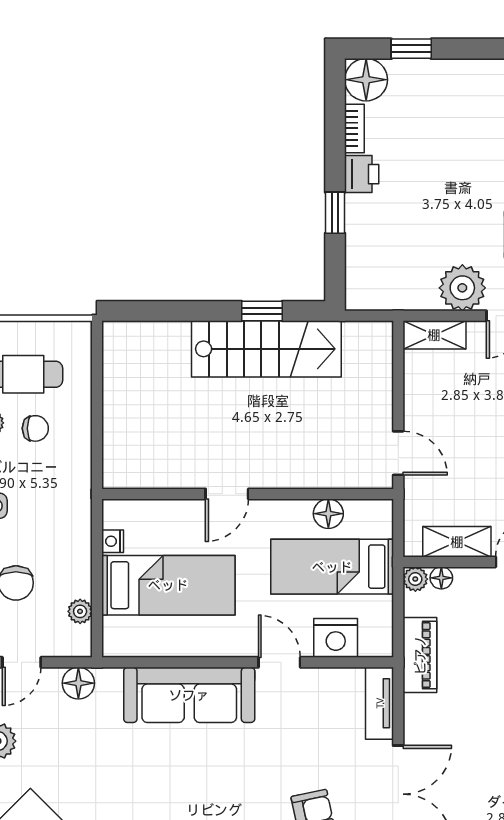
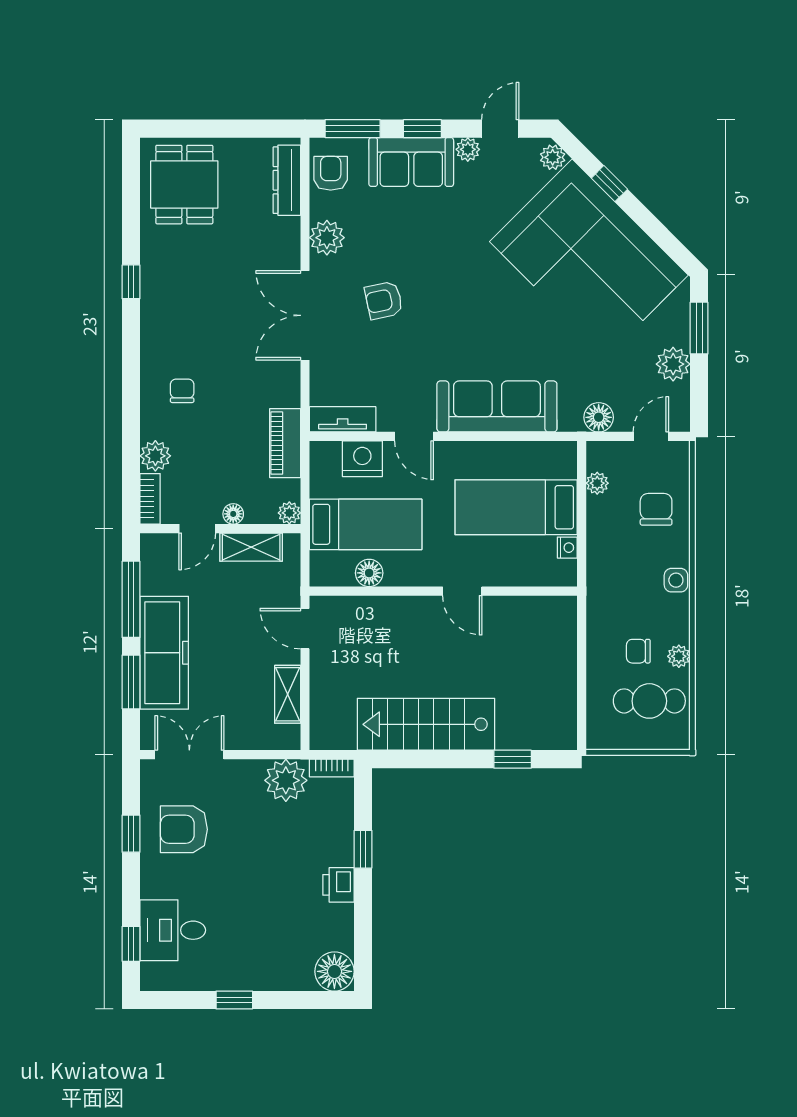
window: (411, 49) -> (234, 1000), moved
bookcase: (354, 128) -> (332, 768), moved, turned -90
plant: (462, 288) -> (286, 780), moved
window: (262, 311) -> (513, 759), moved
shelving: (434, 335) -> (288, 694), moved, turned 90
door: (227, 494) -> (462, 591), swing flipped
floor lamp: (441, 578) -> (233, 514), moved
tv unit: (380, 703) -> (343, 419), moved, turned -90

